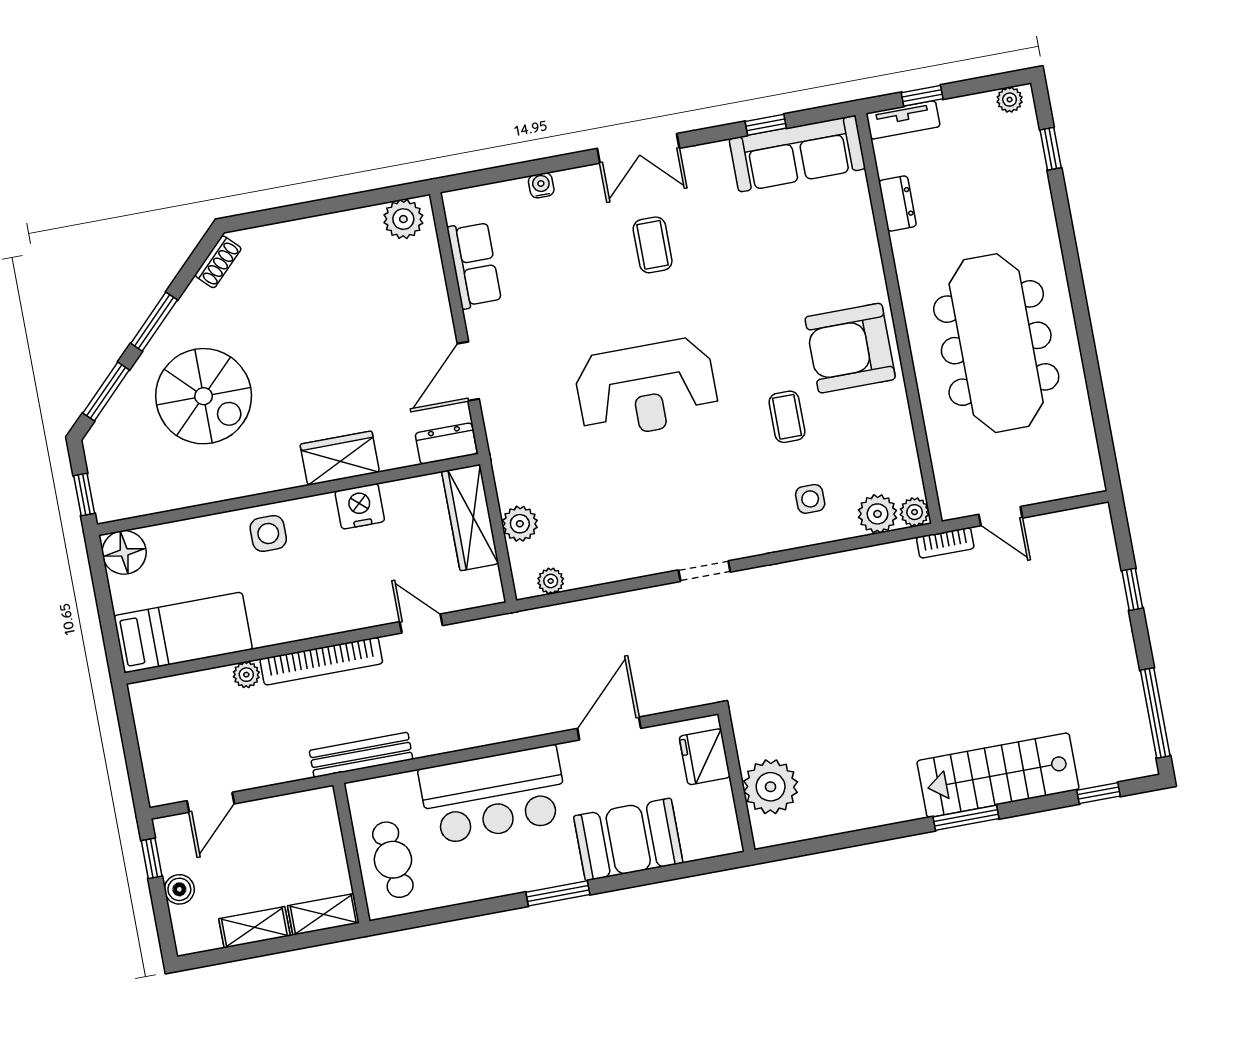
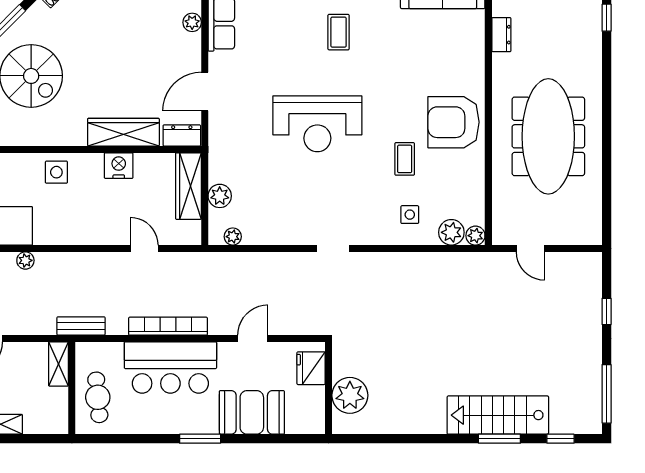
plant: (430, 271) -> (192, 22), added
wardrobe: (340, 458) -> (123, 132), width x1.50
bookcase: (945, 543) -> (492, 259), removed
bookcase: (321, 661) -> (168, 326), moved, turned 180
door: (609, 728) -> (253, 339), width x0.73
bench: (361, 755) -> (81, 326), width x0.73
window: (966, 818) -> (499, 439), moved
shelving: (323, 914) -> (59, 364), moved, turned 90

